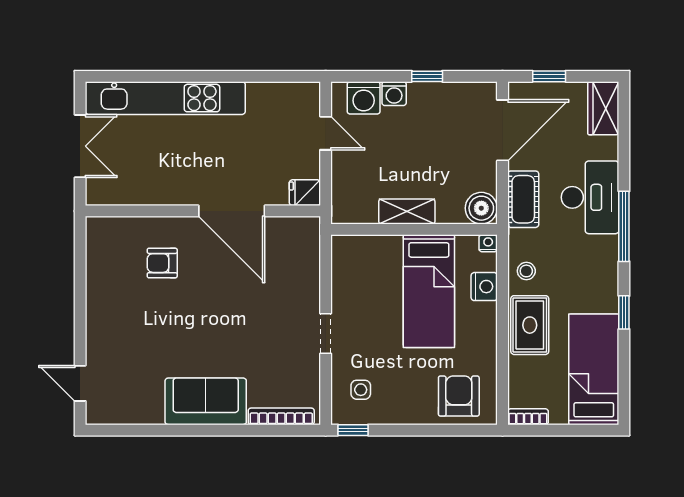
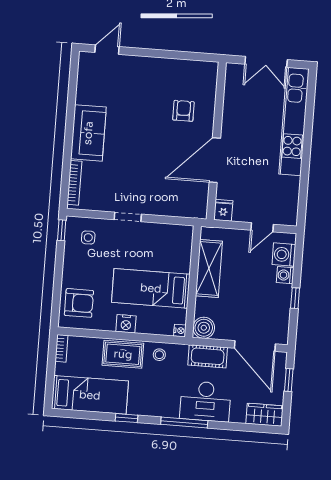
shelving: (407, 211) -> (209, 268), width x1.50, depth x1.33
nightstand: (484, 287) -> (126, 324), moved

